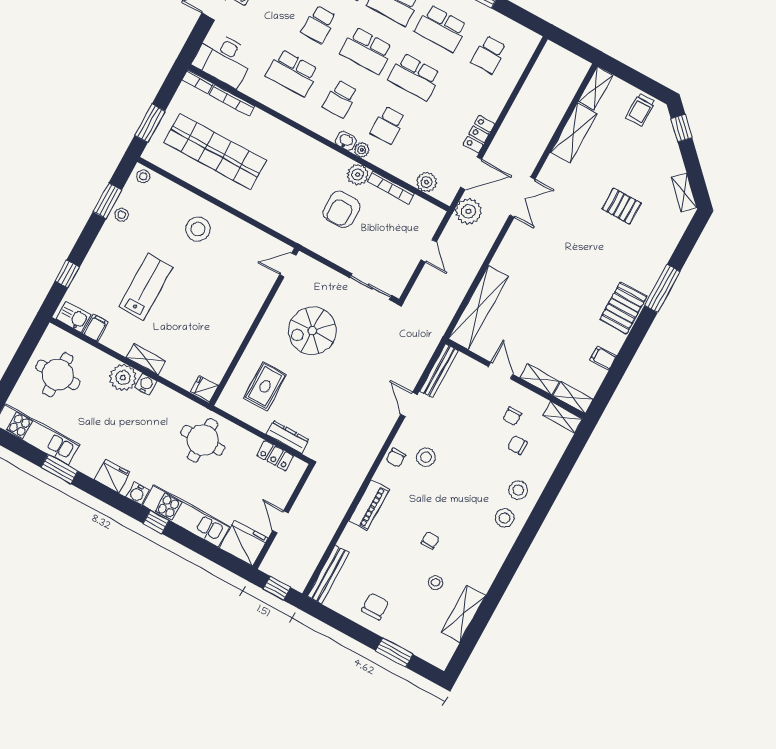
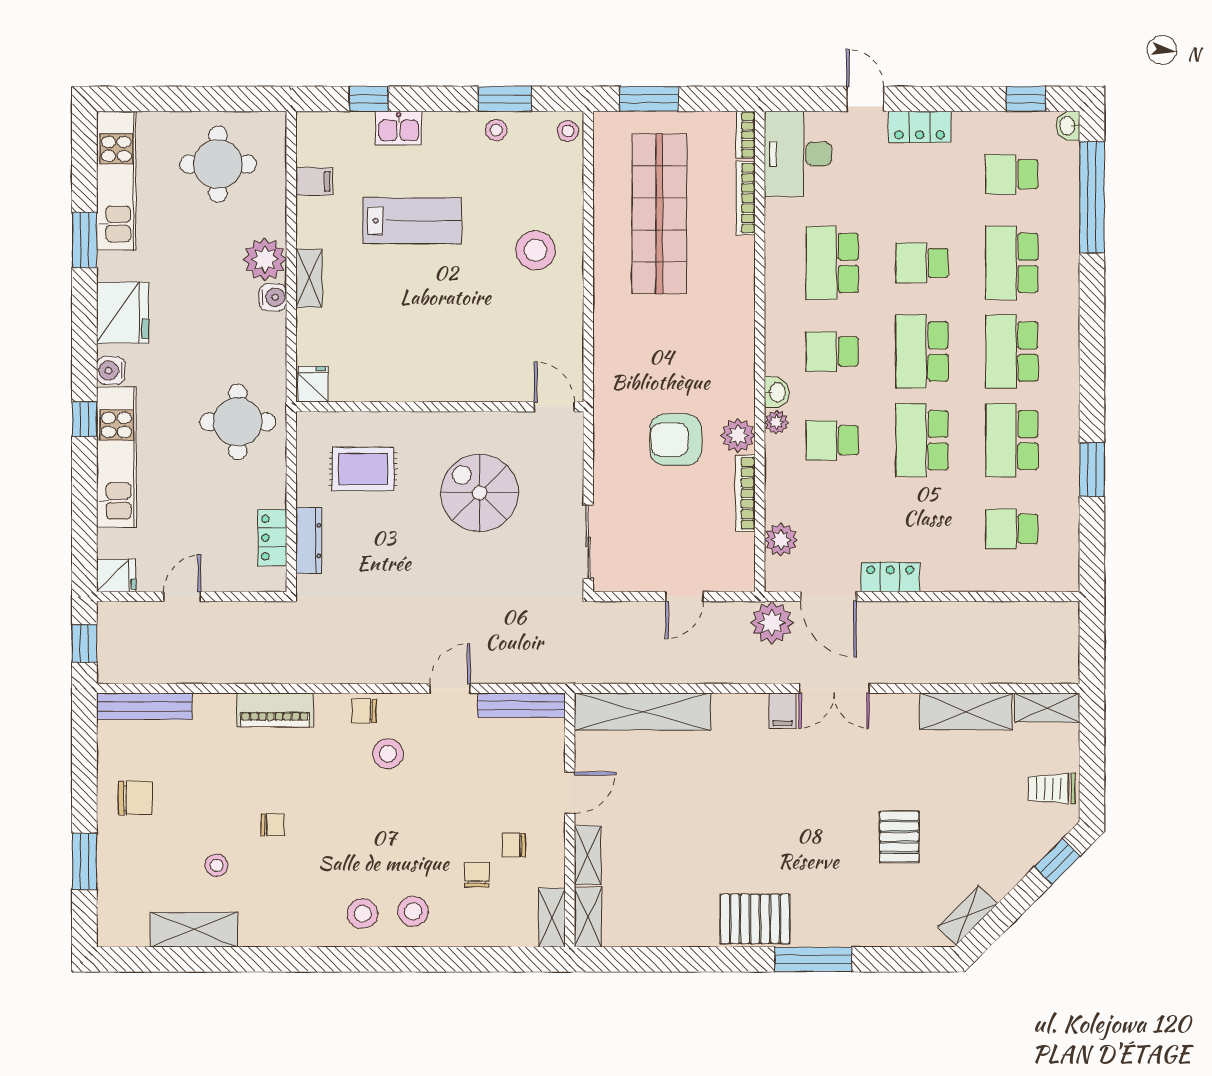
kitchen sink: (74, 317) -> (399, 128), moved, turned 90
filing cabinet: (603, 358) -> (783, 711), moved, turned 180
fridge: (112, 476) -> (123, 313), width x1.36, depth x1.34
fridge: (244, 543) -> (116, 575), width x0.53, depth x0.75

